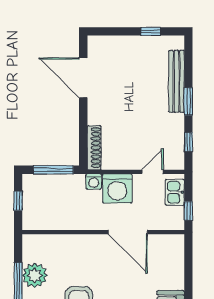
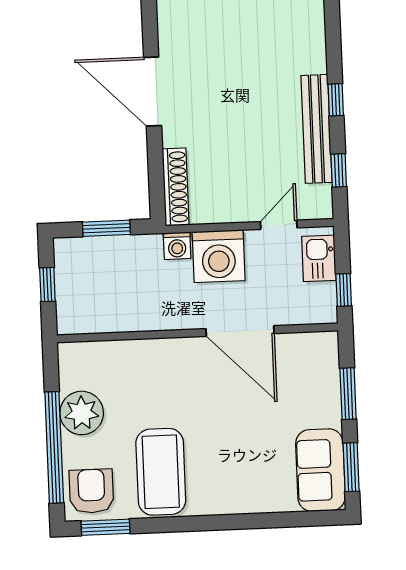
door: (83, 78) -> (153, 91), moved
bench: (177, 81) -> (316, 129), moved
window: (188, 101) -> (336, 100), width x0.67
window: (53, 170) -> (106, 228), width x0.69
window: (188, 271) -> (348, 394), added

